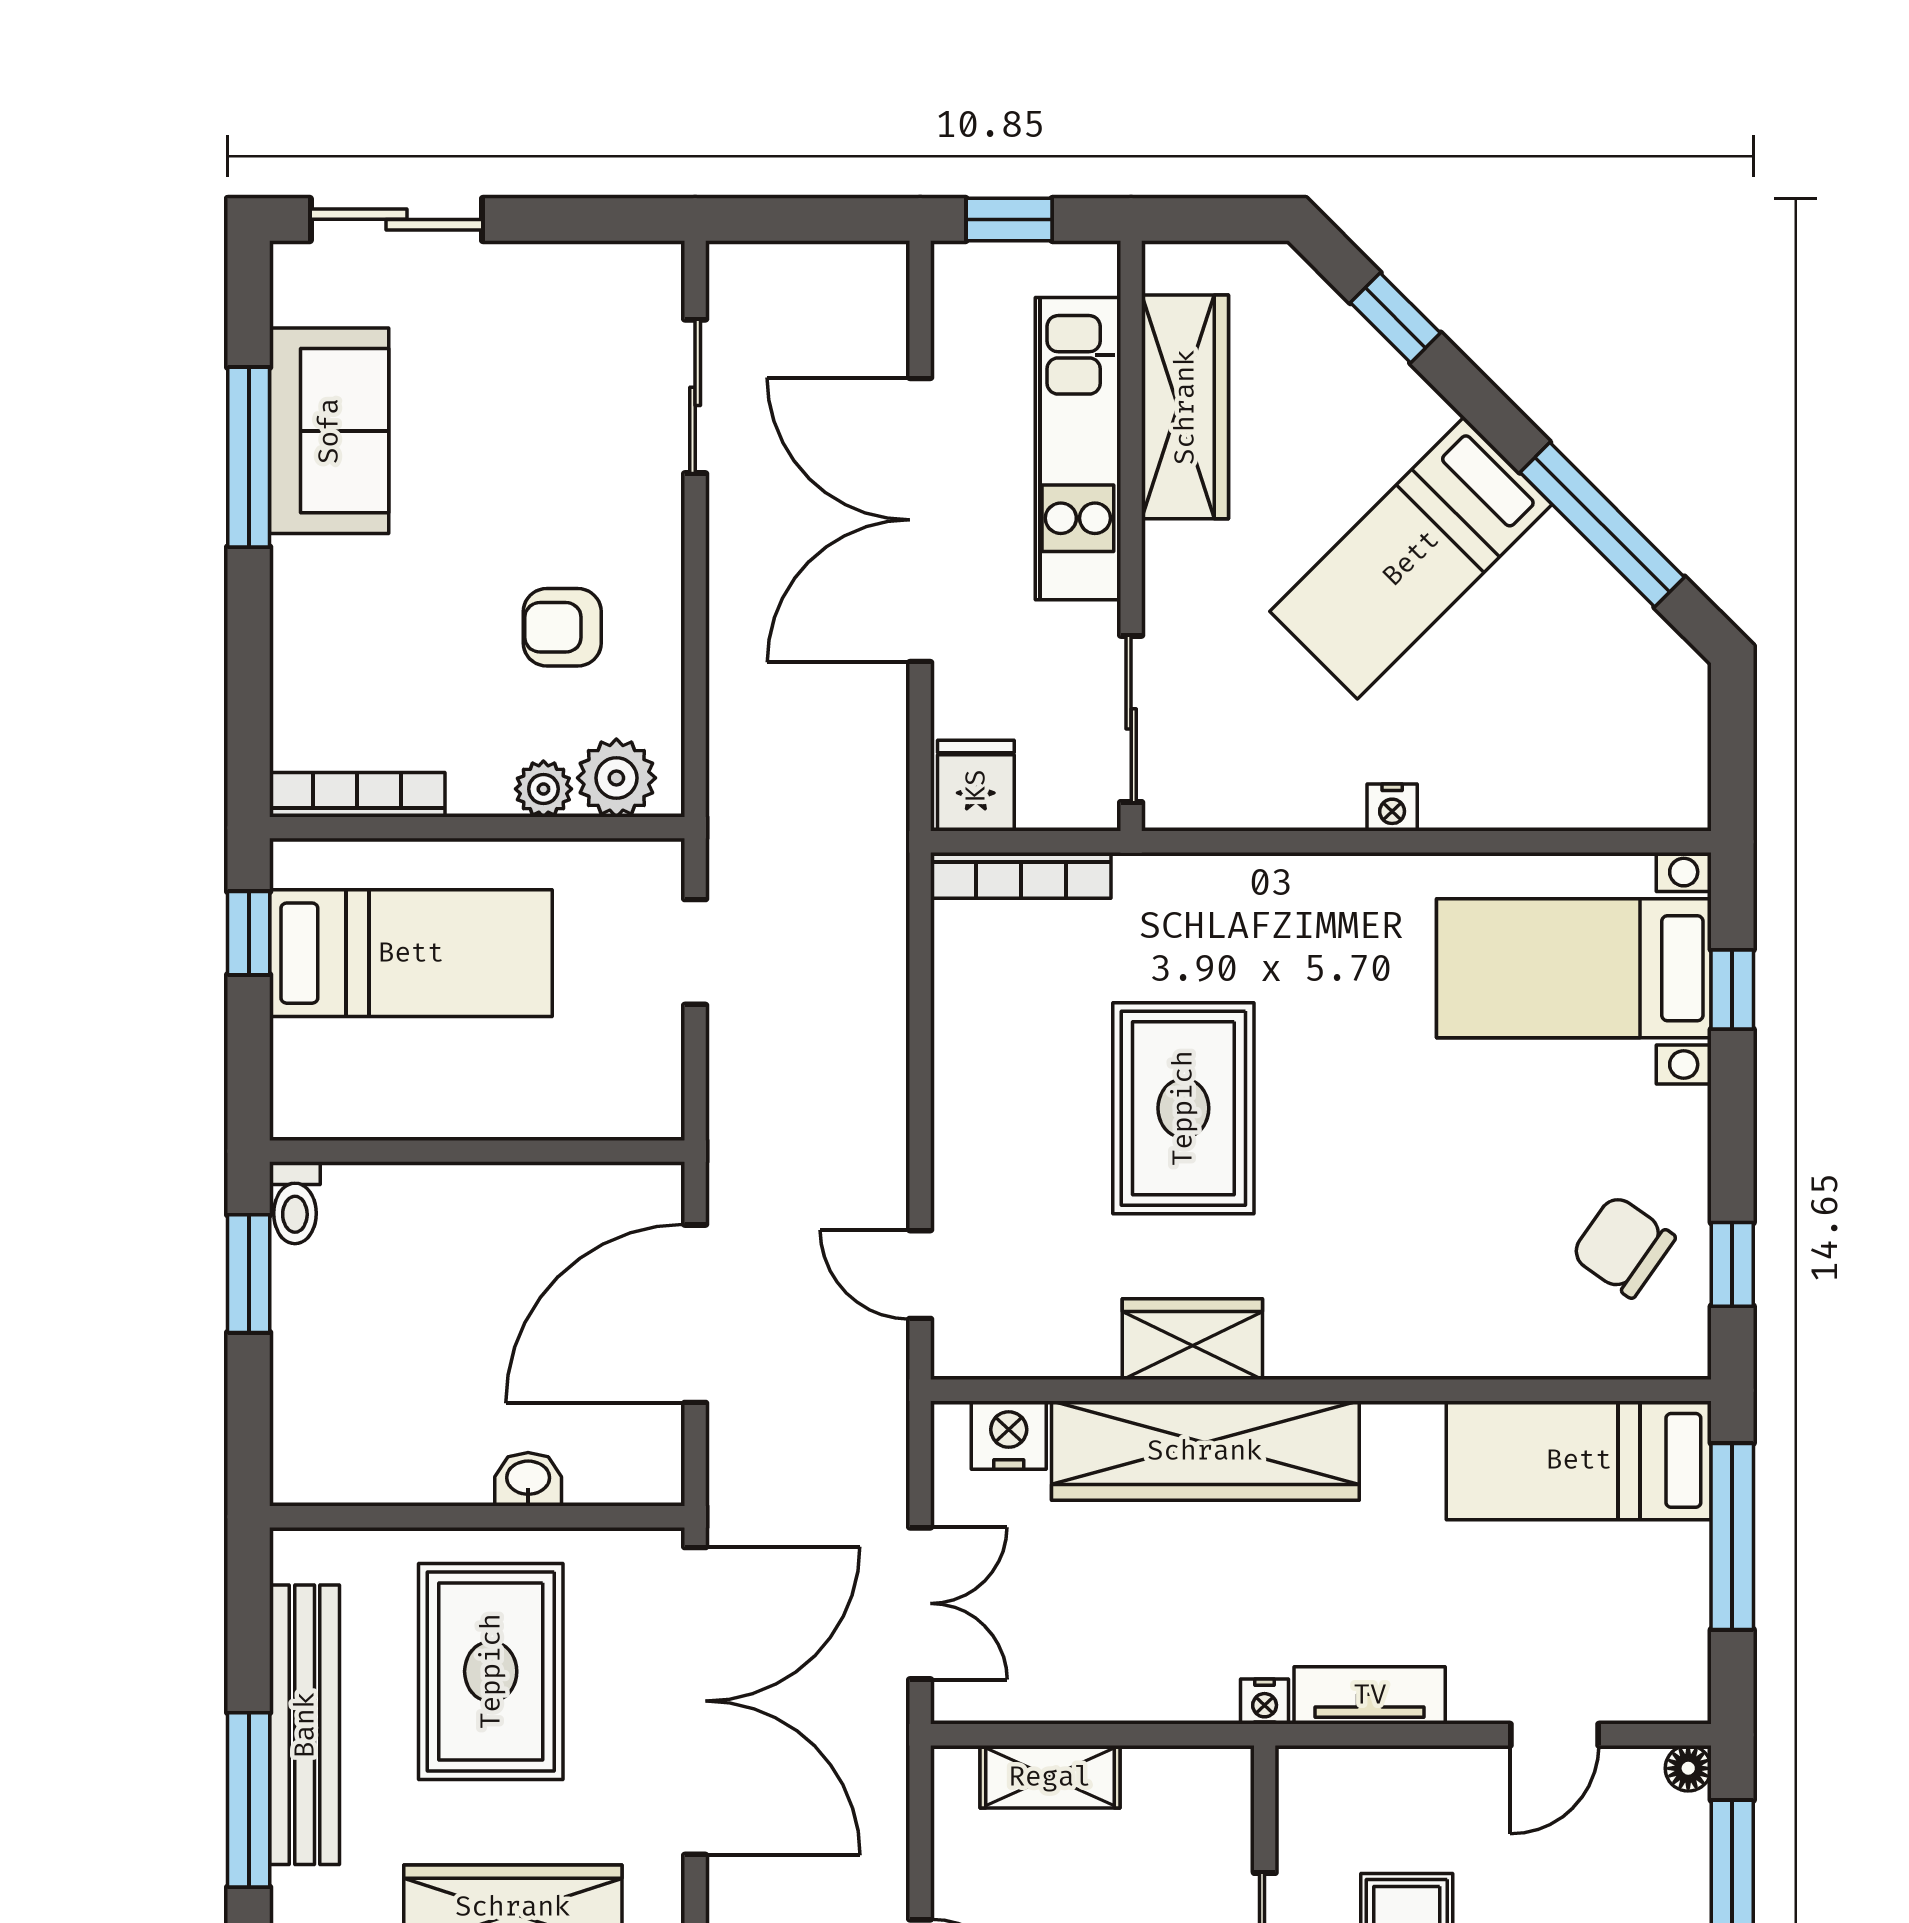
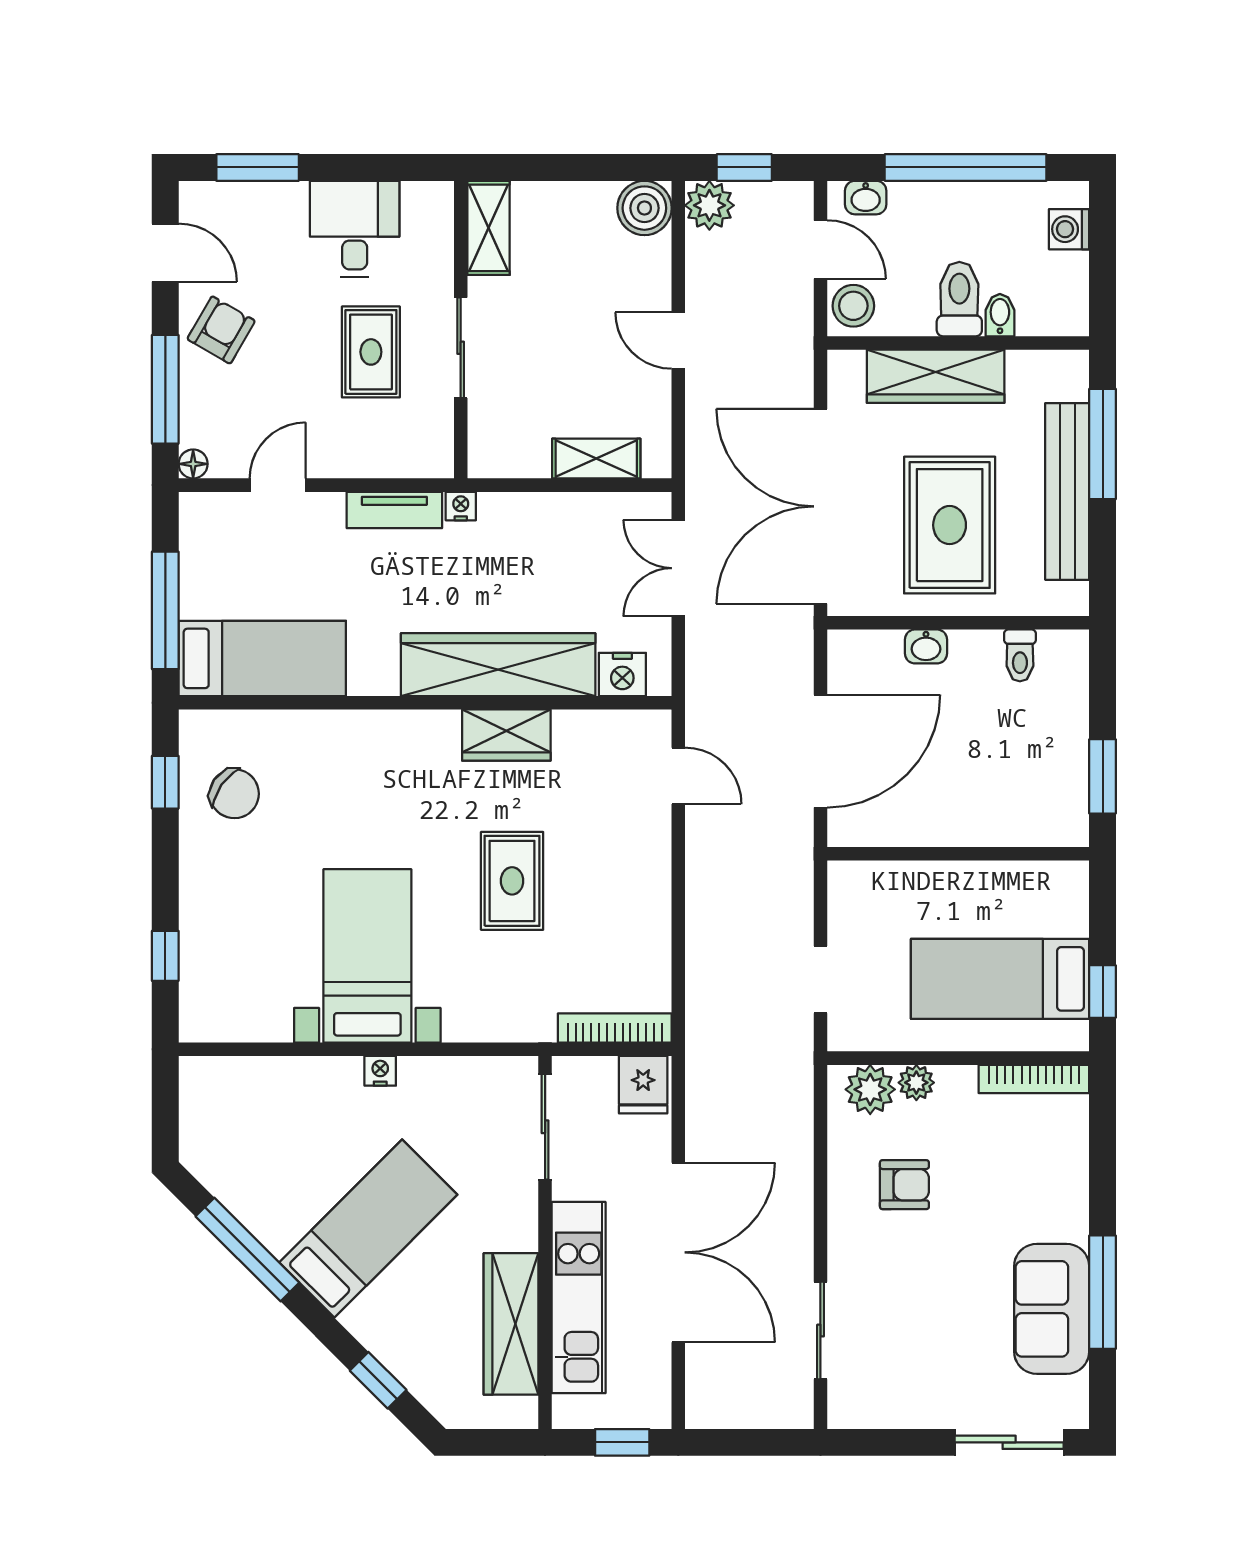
bed with nightstands: (1574, 968) -> (367, 956), moved, turned -90
rug: (1183, 1108) -> (512, 881), width x0.73, depth x0.70
toilet: (295, 1203) -> (1020, 655), moved, turned 180

